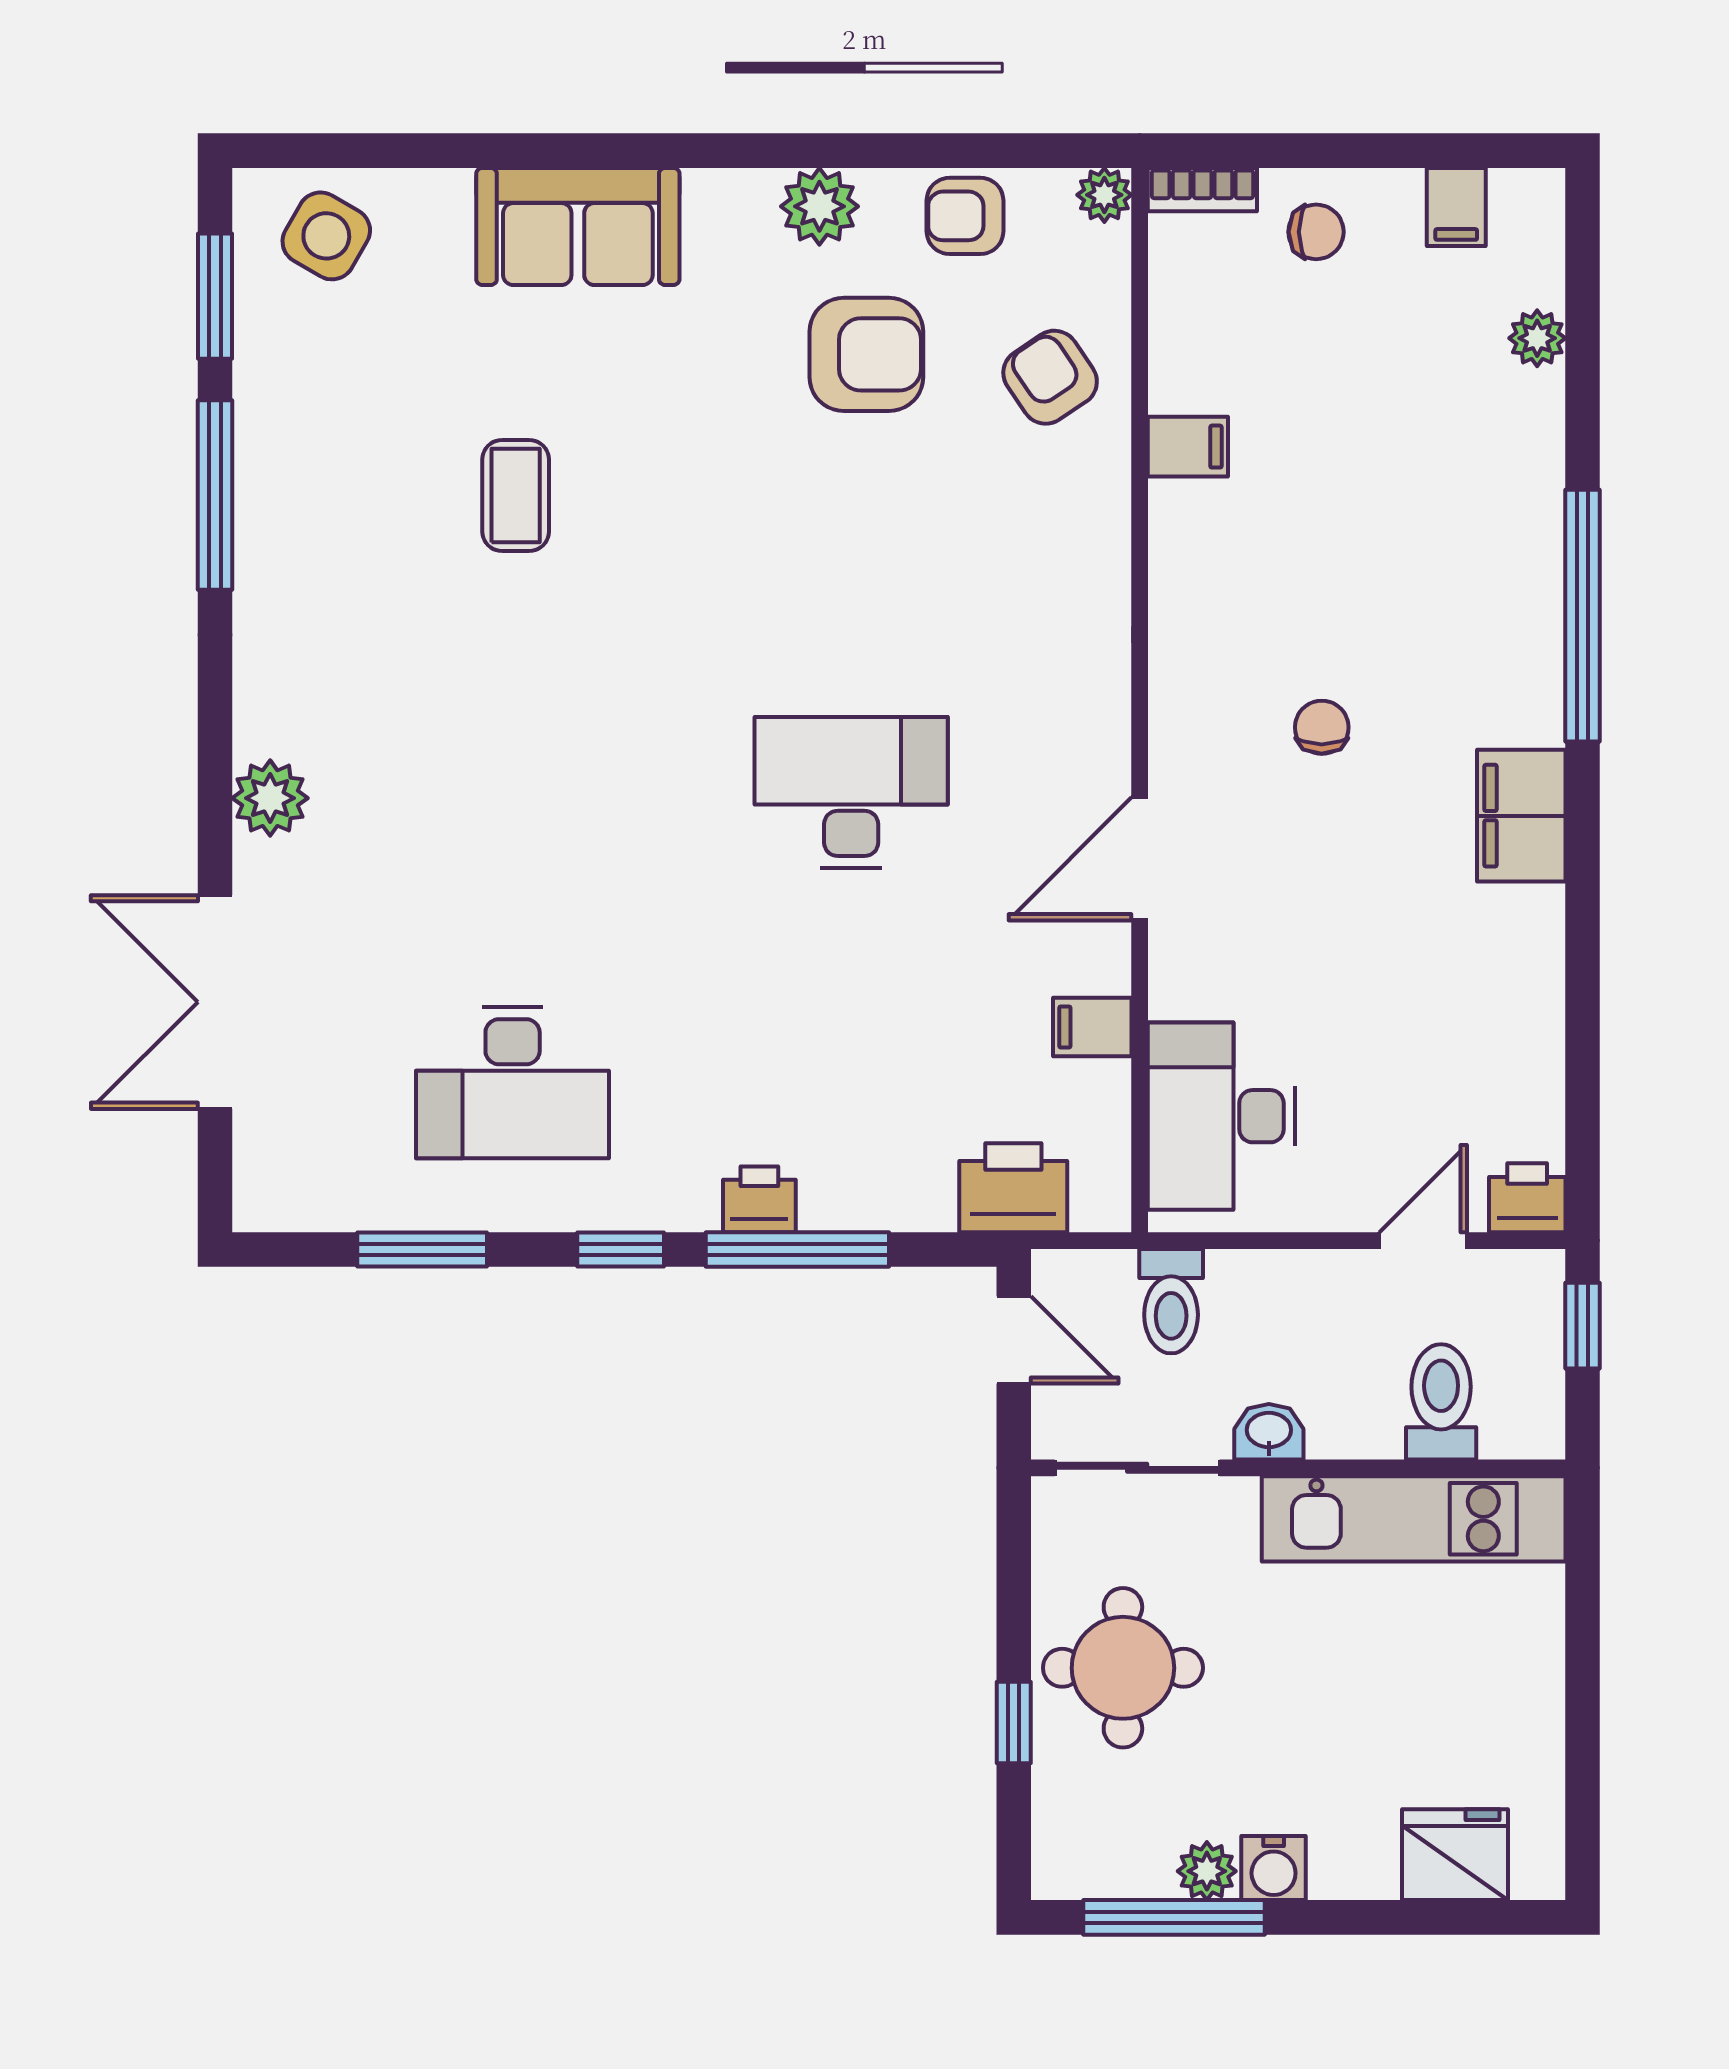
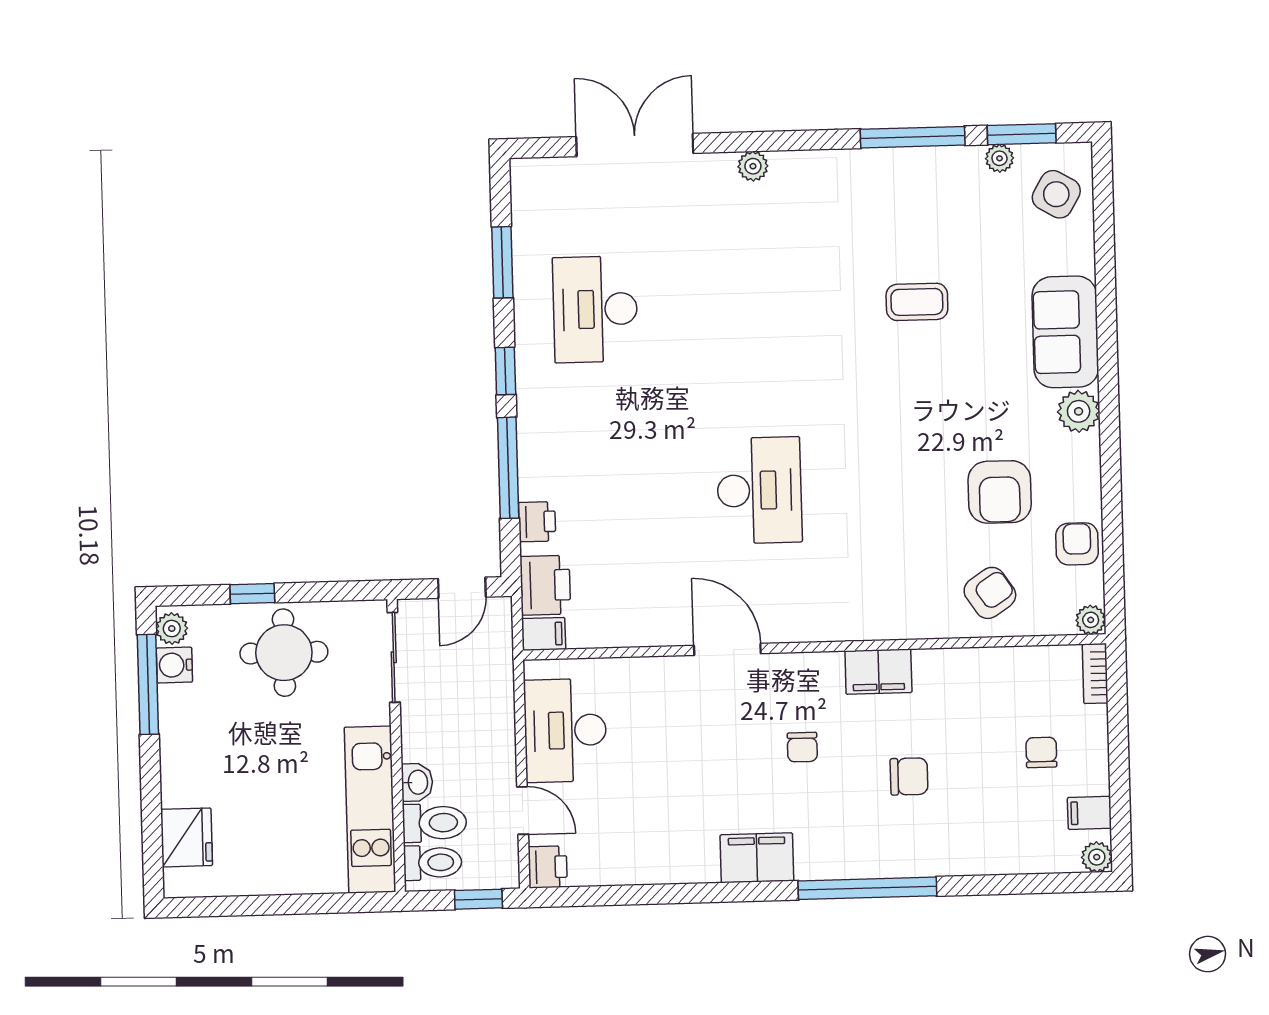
plant: (819, 206) -> (1079, 411), moved
chair: (1316, 232) -> (1041, 752), moved, turned 180
plant: (258, 338) -> (999, 158), added
plant: (1537, 338) -> (1097, 857), moved
filing cabinet: (1188, 447) -> (878, 672), moved, width x2.00
chair: (1381, 534) -> (909, 776), added
chair: (1322, 727) -> (802, 747), turned 90
plant: (270, 798) -> (753, 166), width x0.73, depth x0.73
filing cabinet: (1092, 1027) -> (544, 634), moved, turned 90
desk: (1222, 1116) -> (565, 730), moved, turned -90
printer: (759, 1199) -> (537, 522), moved
toilet: (1171, 1301) -> (433, 863), moved, turned 180
washbasin: (1269, 1432) -> (417, 782), moved
water cooler: (1274, 1868) -> (174, 665), moved
plant: (1207, 1871) -> (172, 629), moved

